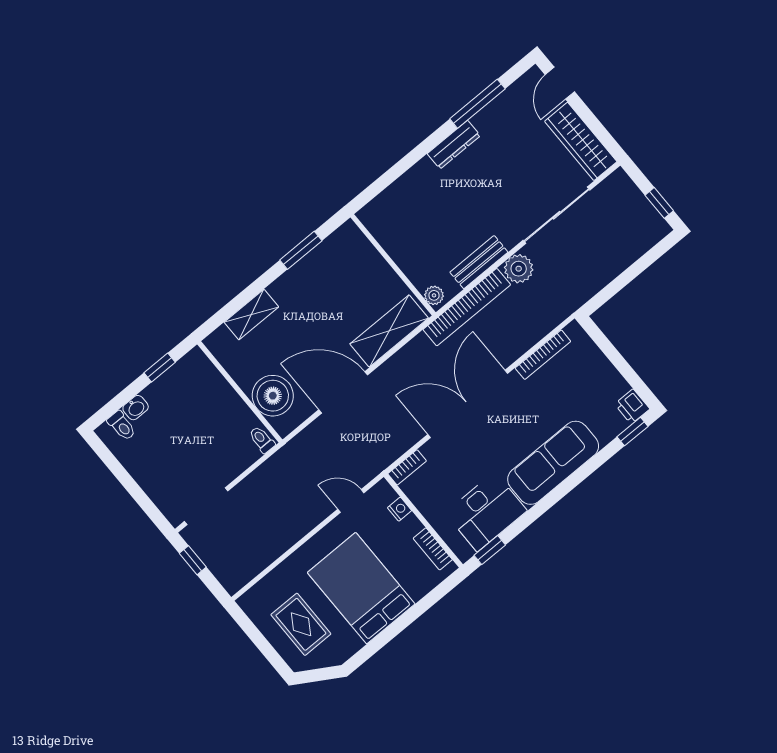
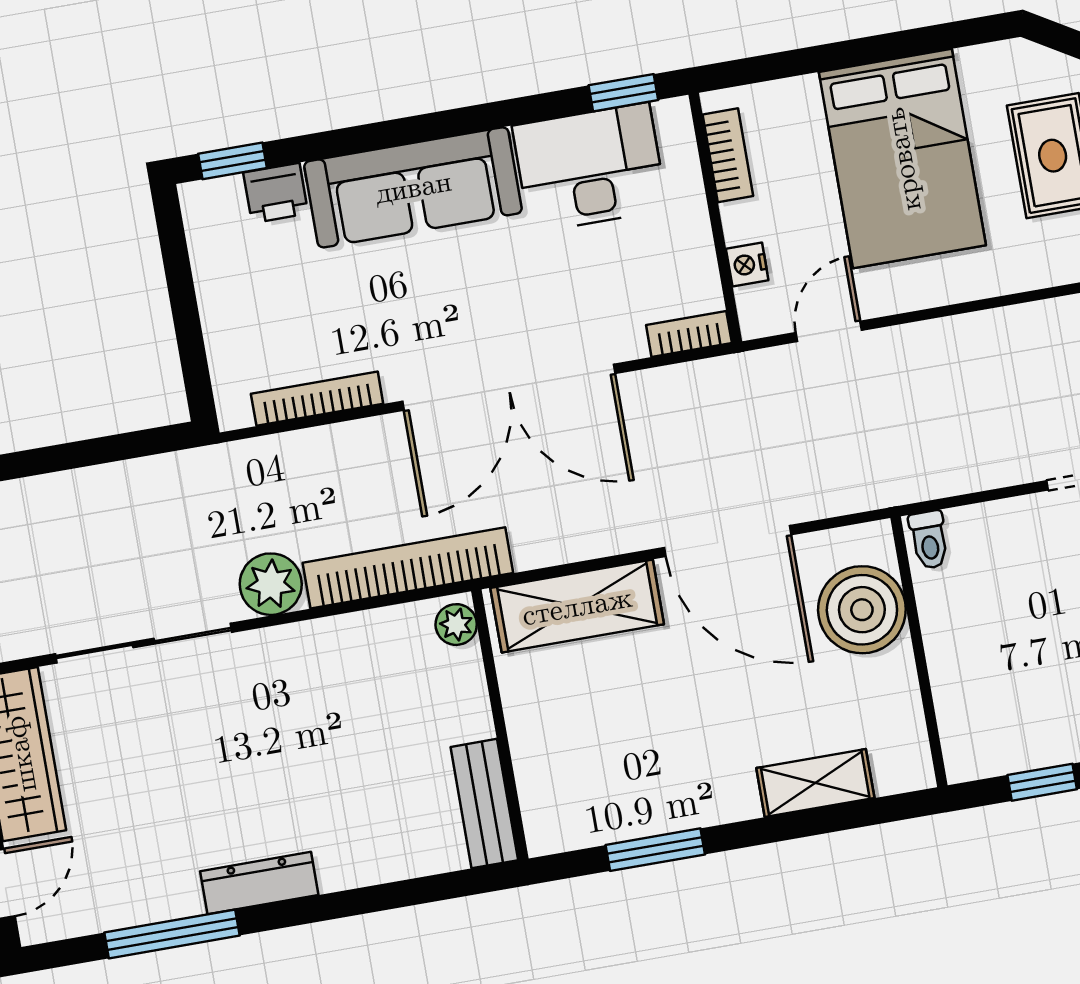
bench: (479, 262) -> (484, 804), moved, turned 90
printer: (632, 407) -> (276, 193), moved, turned 90
door: (351, 501) -> (829, 331), swing flipped

